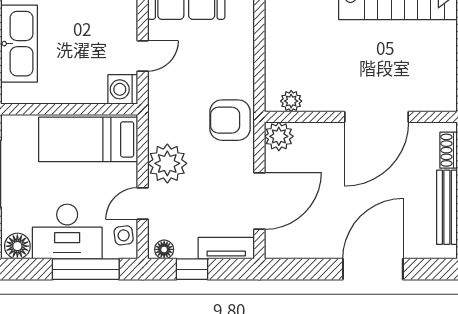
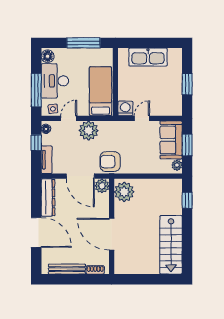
door: (143, 56) -> (142, 118), swing flipped
plant: (291, 101) -> (124, 192), width x1.87, depth x1.87
armchair: (230, 120) -> (110, 162), turned -90
door: (259, 201) -> (80, 176), moved
door: (143, 203) -> (69, 118), hinge flipped
dresser: (303, 245) -> (48, 198), added

